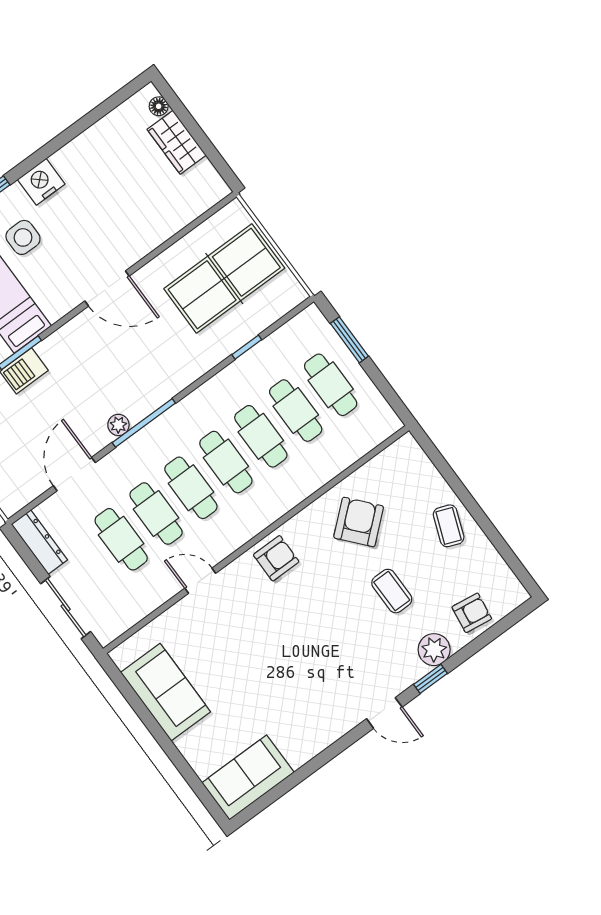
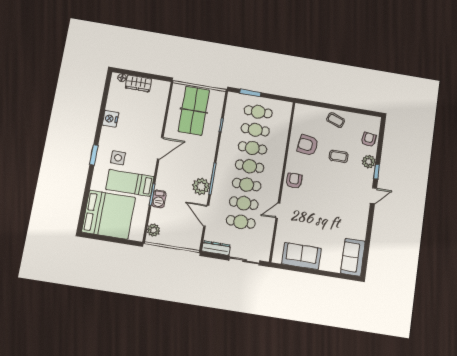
nightstand: (41, 182) -> (110, 119), moved
plant: (118, 425) -> (201, 186), width x1.87, depth x1.87
armchair: (359, 522) -> (308, 145), turned -42

